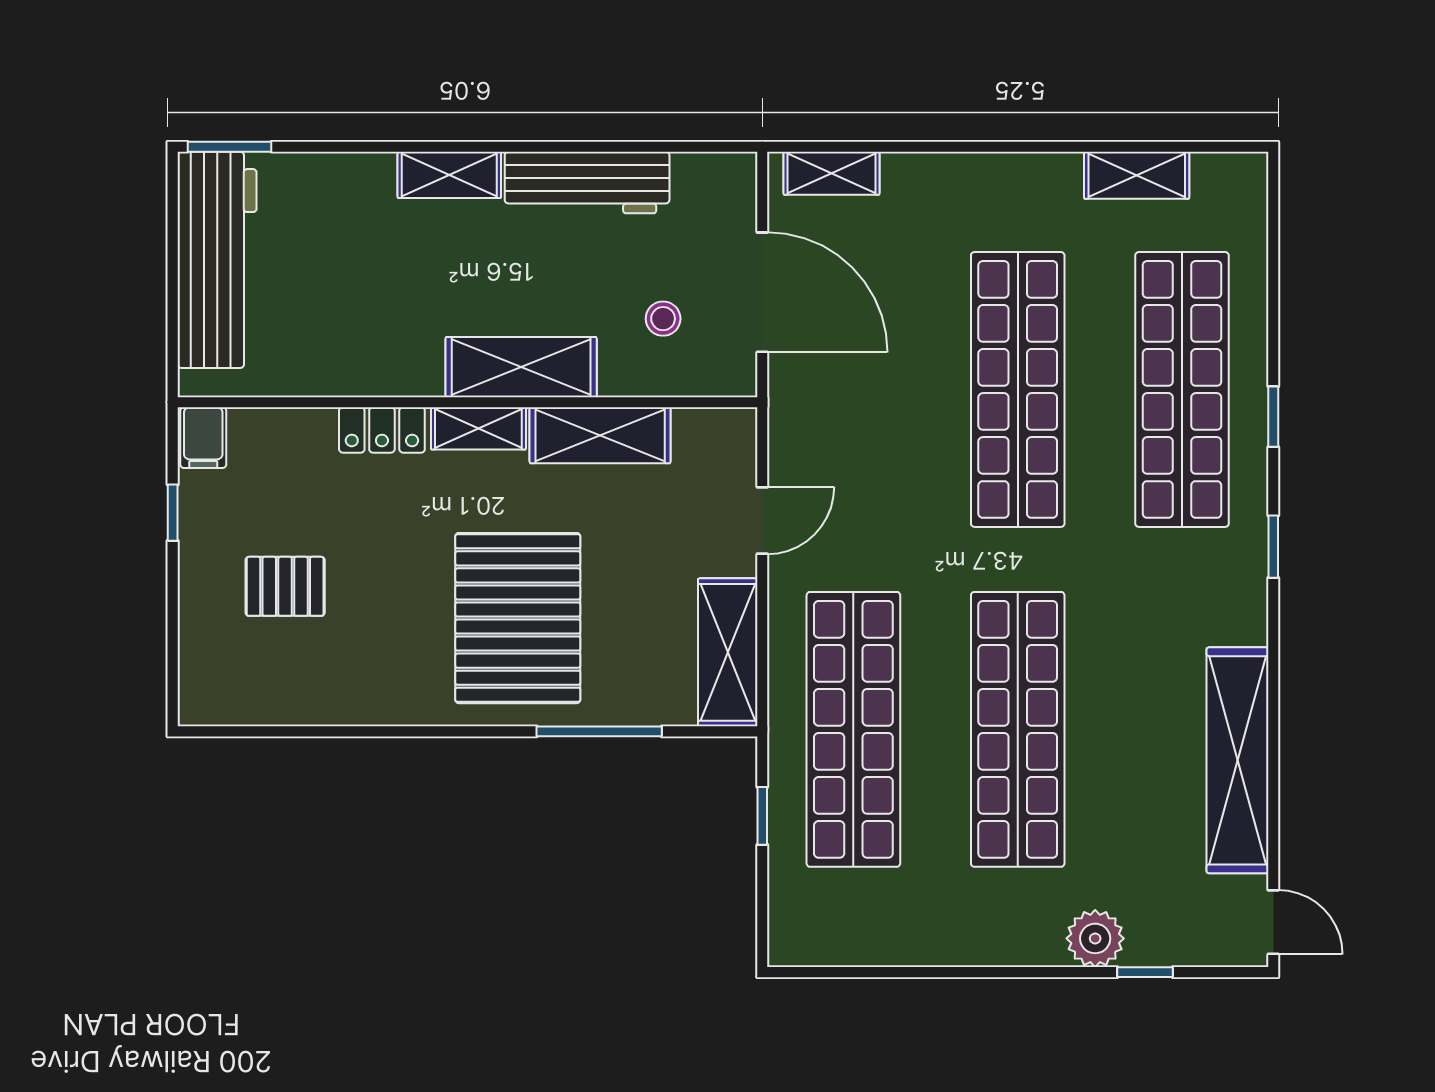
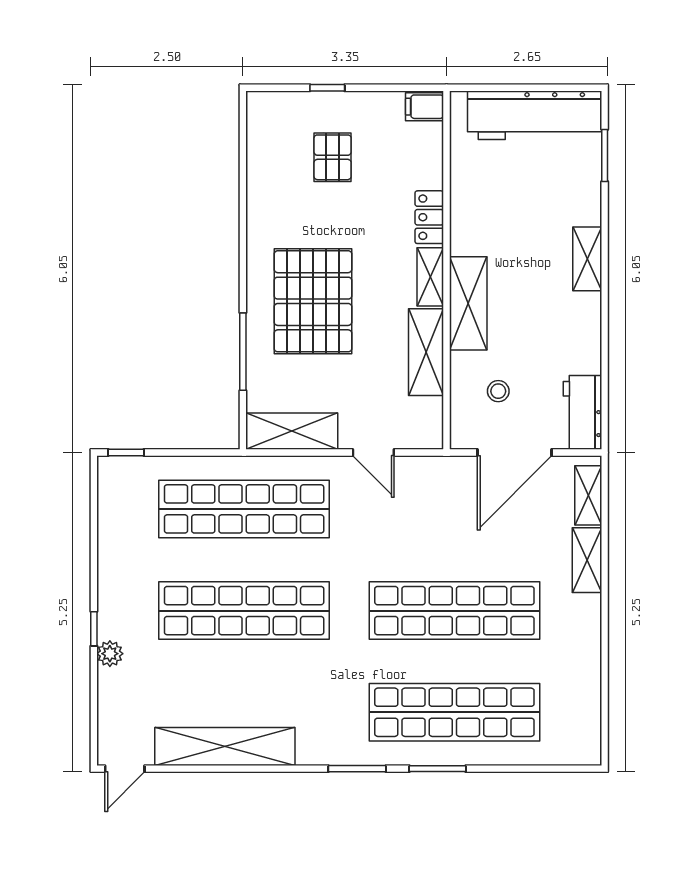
window: (230, 147) -> (605, 155), moved
shelving: (1137, 175) -> (587, 560), moved
workbench: (587, 183) -> (582, 412), moved, width x0.73
window: (1273, 417) -> (438, 769), width x1.50
window: (173, 513) -> (327, 88), moved
window: (1273, 547) -> (357, 769), width x1.50
pallet: (518, 618) -> (313, 301), turned 90
window: (762, 816) -> (126, 453), moved
plant: (1095, 938) -> (110, 654), width x0.73, depth x0.73
window: (1145, 972) -> (94, 629), moved

